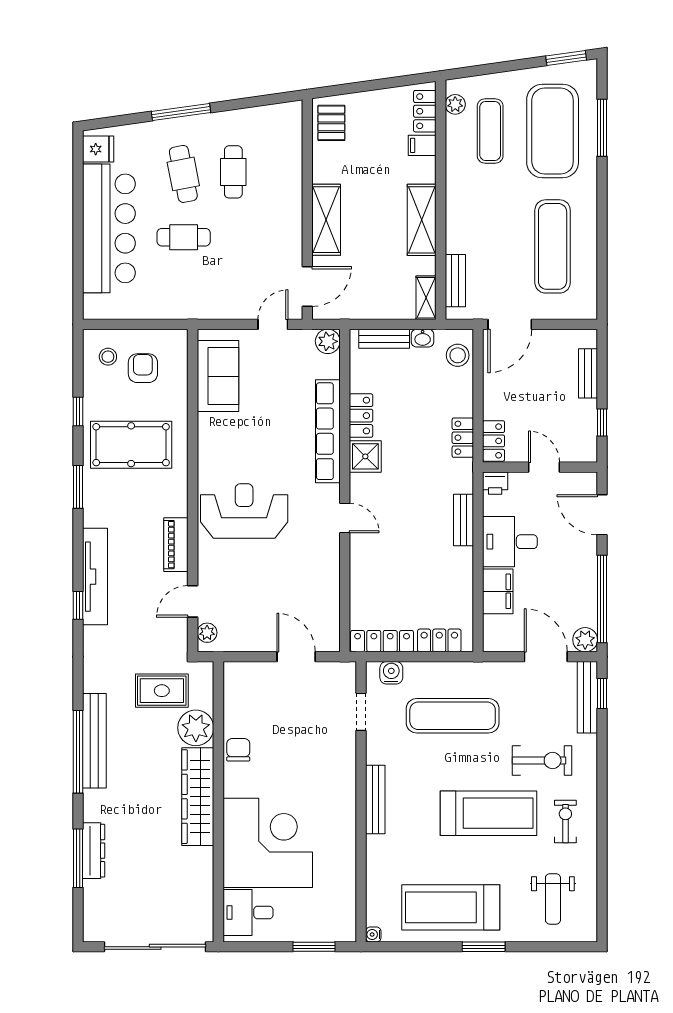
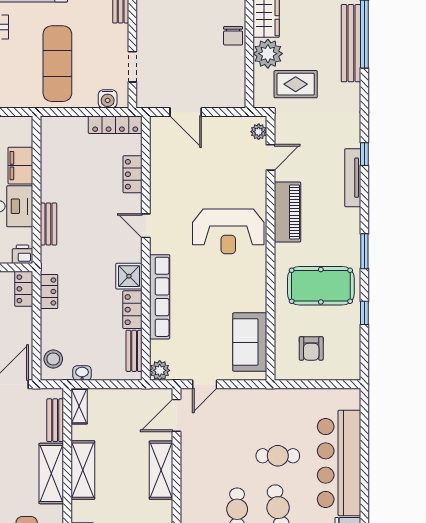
shelving: (460, 216) -> (51, 473), added
bench: (384, 339) -> (134, 351), moved, turned 90
stool: (108, 357) -> (340, 358), removed
piano: (176, 545) -> (287, 212), width x1.37, depth x1.33
tv unit: (95, 577) -> (353, 178), width x0.73, depth x0.78
locker: (439, 640) -> (133, 174), moved, turned 90
exercise mat: (453, 716) -> (57, 64), turned 90

